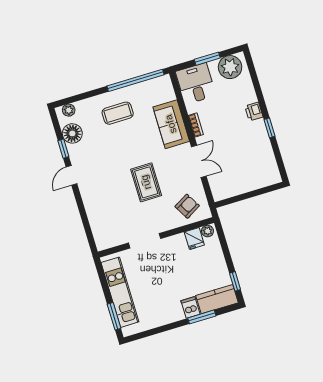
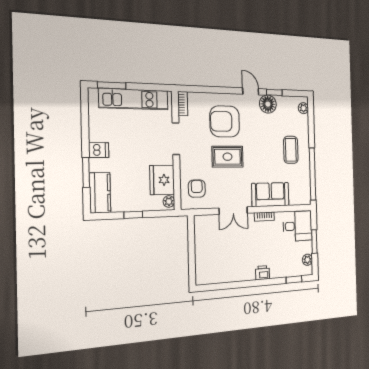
plant: (230, 67) -> (307, 260), width x0.53, depth x0.53
window: (269, 128) -> (294, 279), moved
floor lamp: (72, 133) -> (268, 104), moved
armchair: (112, 195) -> (225, 121), added
armchair: (187, 206) -> (197, 189), turned -150
fridge: (194, 239) -> (162, 180), width x1.88, depth x1.34
bookcase: (108, 243) -> (183, 104), added
window: (235, 281) -> (133, 215), moved
dishwasher: (190, 307) -> (99, 150), moved

